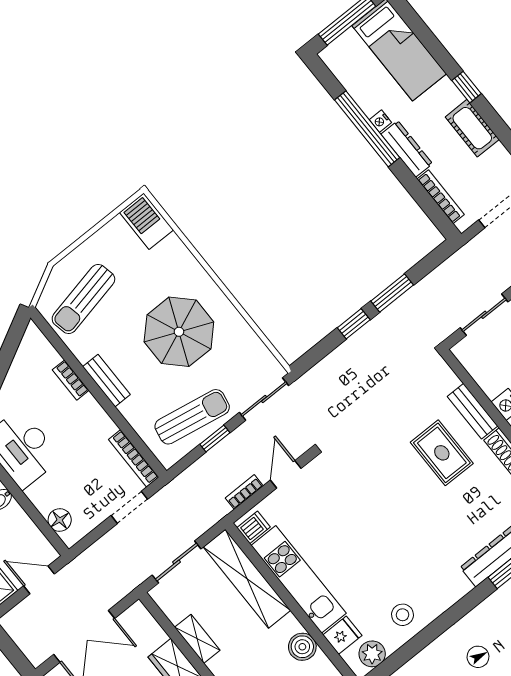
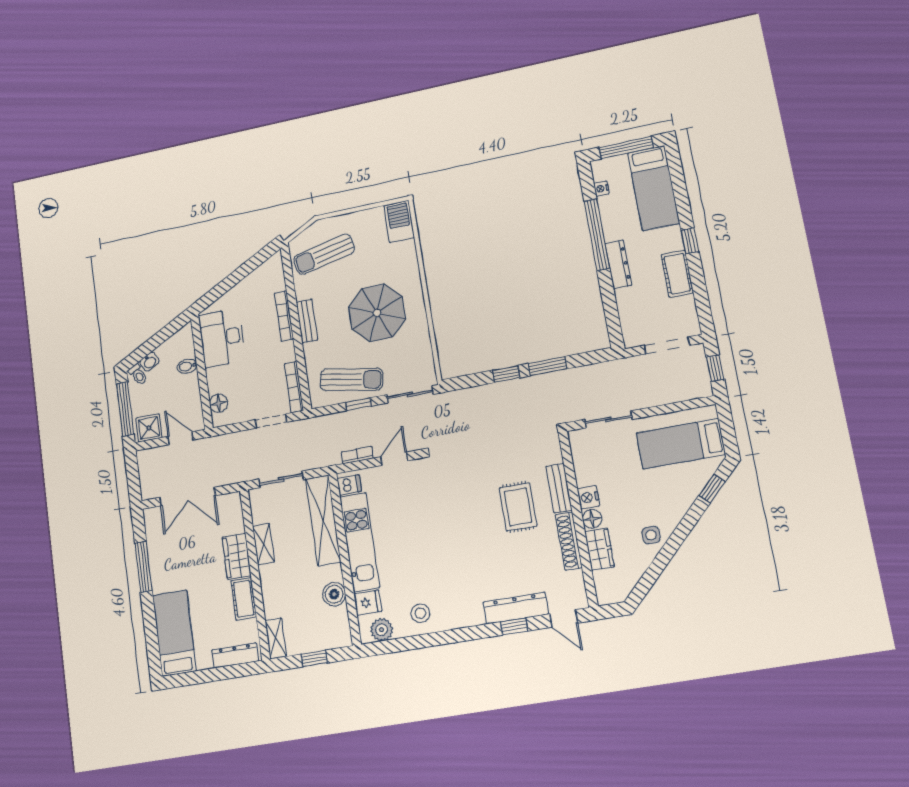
nightstand: (380, 121) -> (601, 189), moved
bookcase: (441, 197) -> (624, 313), removed
bookcase: (71, 380) -> (284, 316), width x1.56

